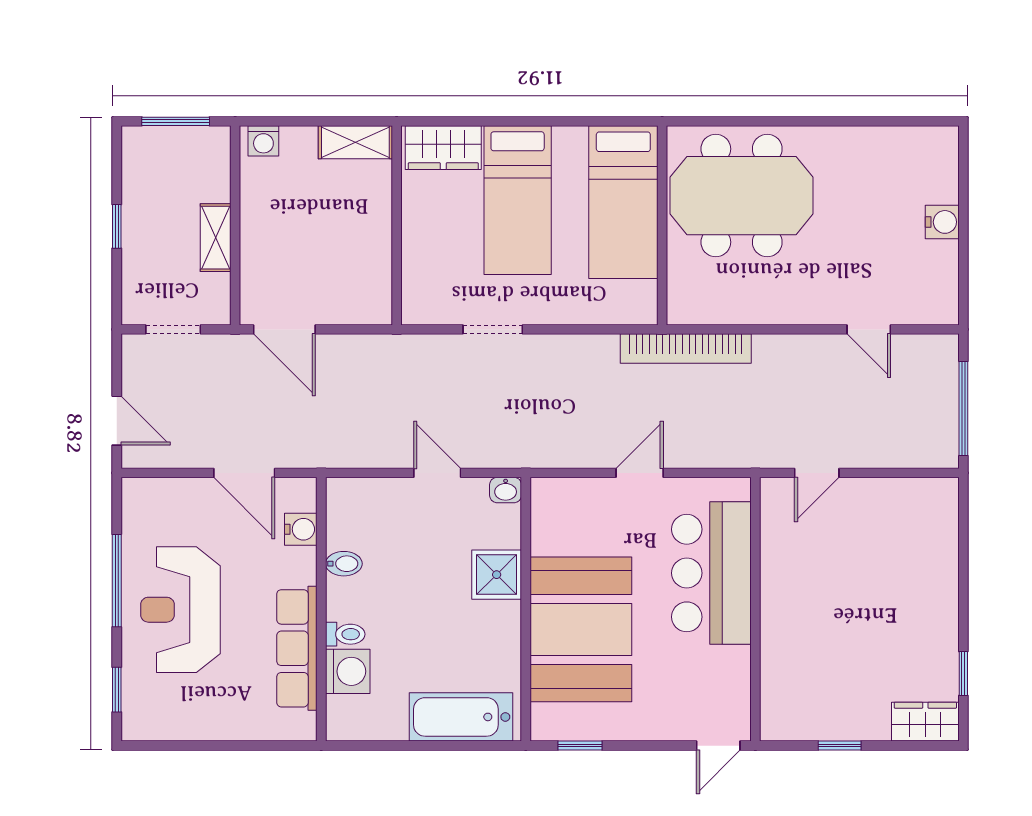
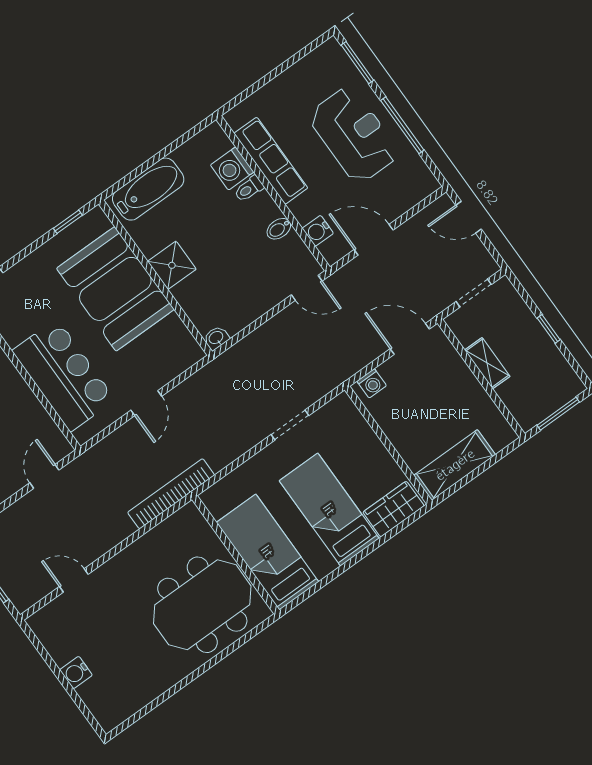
washing machine: (263, 141) -> (372, 383), moved, turned 180
shelving: (355, 142) -> (455, 465), width x1.50, depth x1.33
door: (437, 473) -> (307, 288), moved
shower: (497, 575) -> (172, 265), moved
window: (117, 690) -> (357, 63), width x1.50

